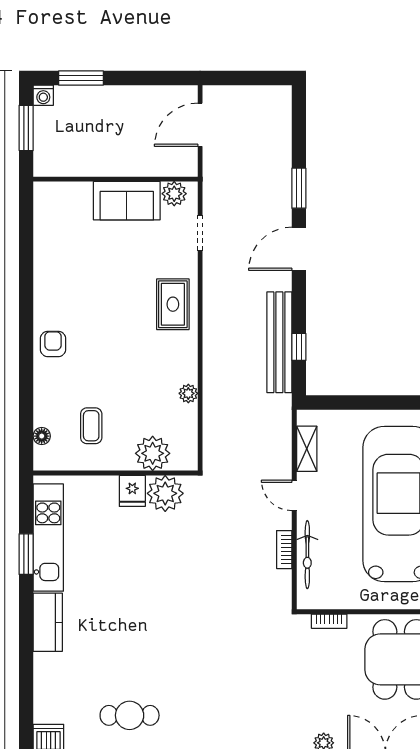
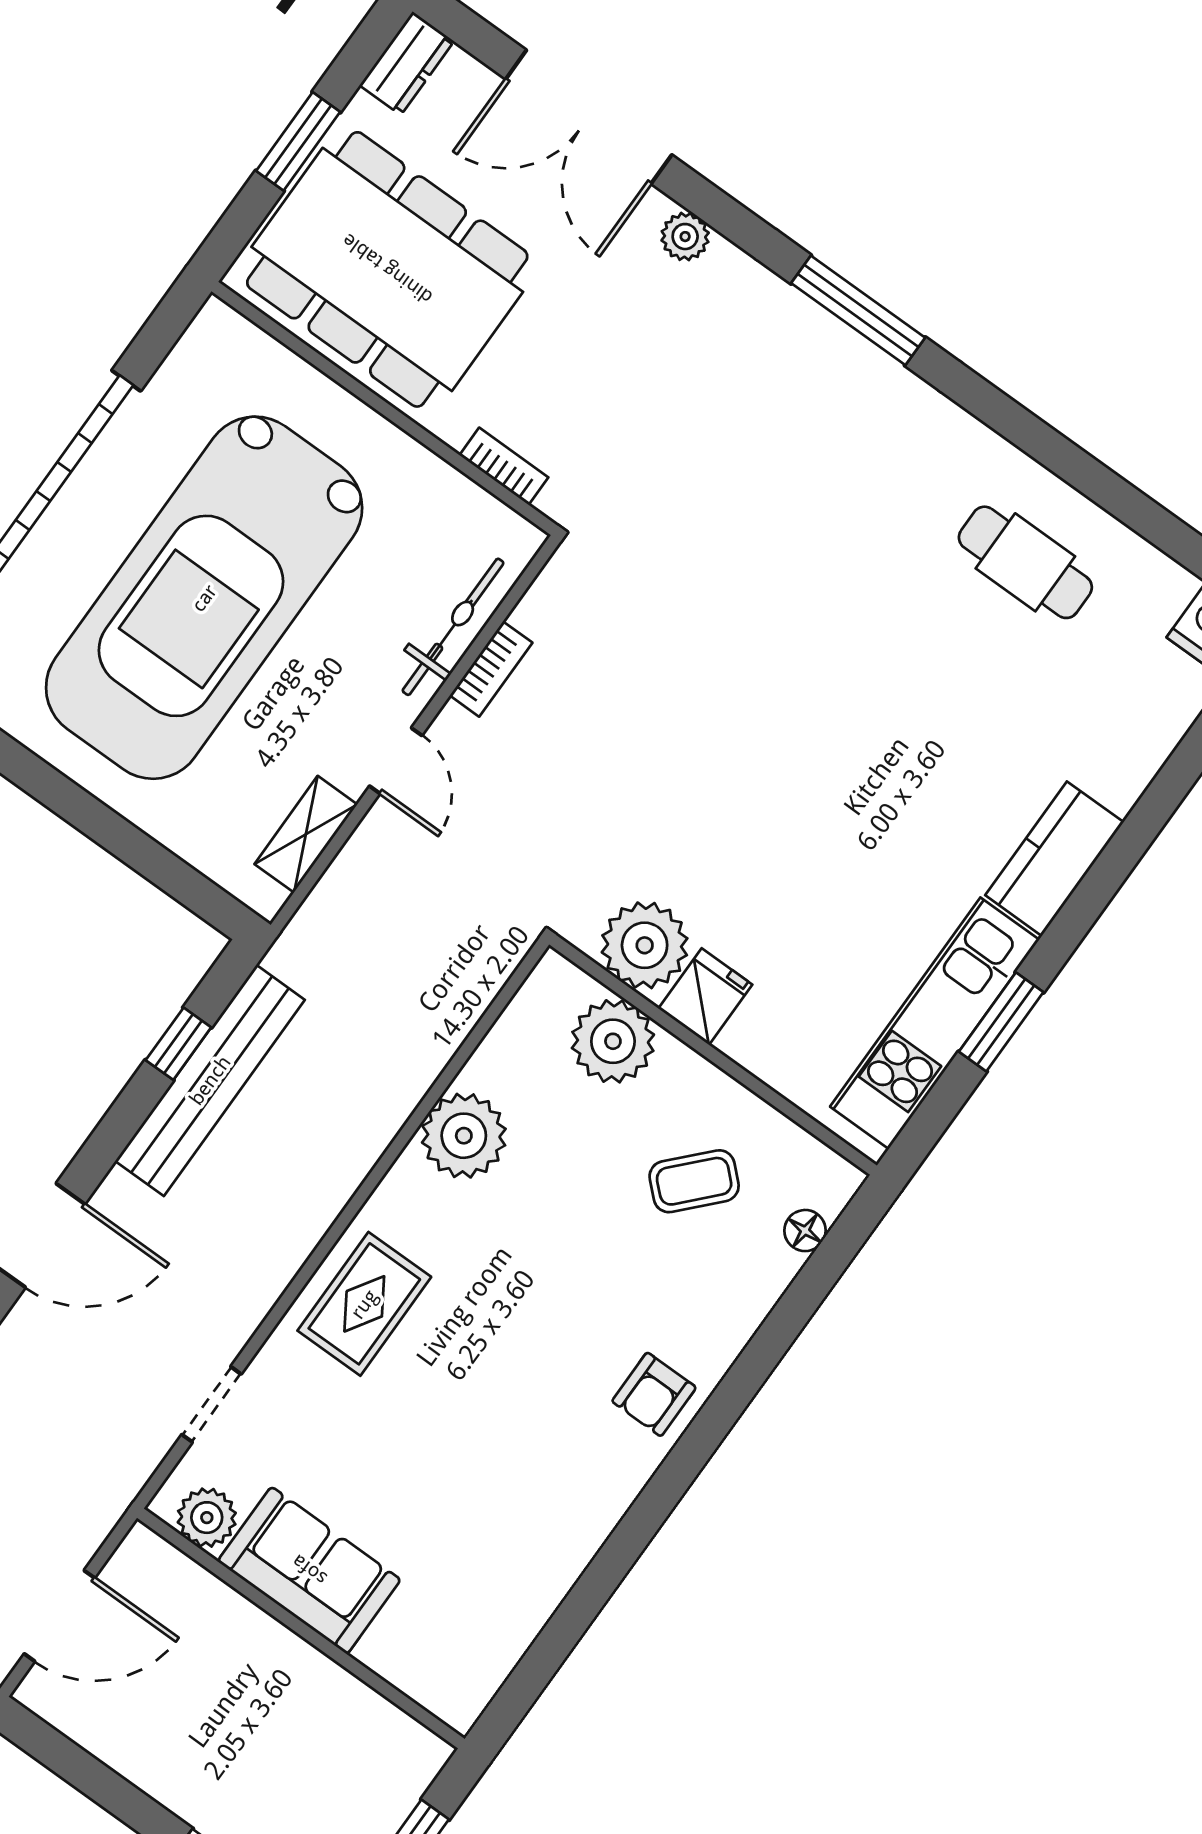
plant: (188, 393) -> (464, 1136), width x1.87, depth x1.87
coffee table: (91, 426) -> (694, 1181), turned 43

